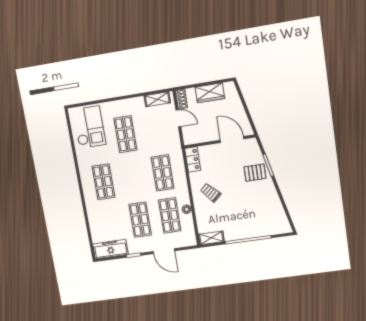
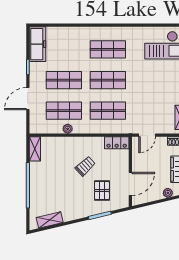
plant: (235, 100) -> (168, 193), added
door: (178, 118) -> (147, 135), moved
shop shelf: (125, 134) -> (108, 80), moved
pallet: (255, 173) -> (102, 190), moved
trolley: (211, 193) -> (85, 166), moved
shelving: (280, 214) -> (50, 220), added

